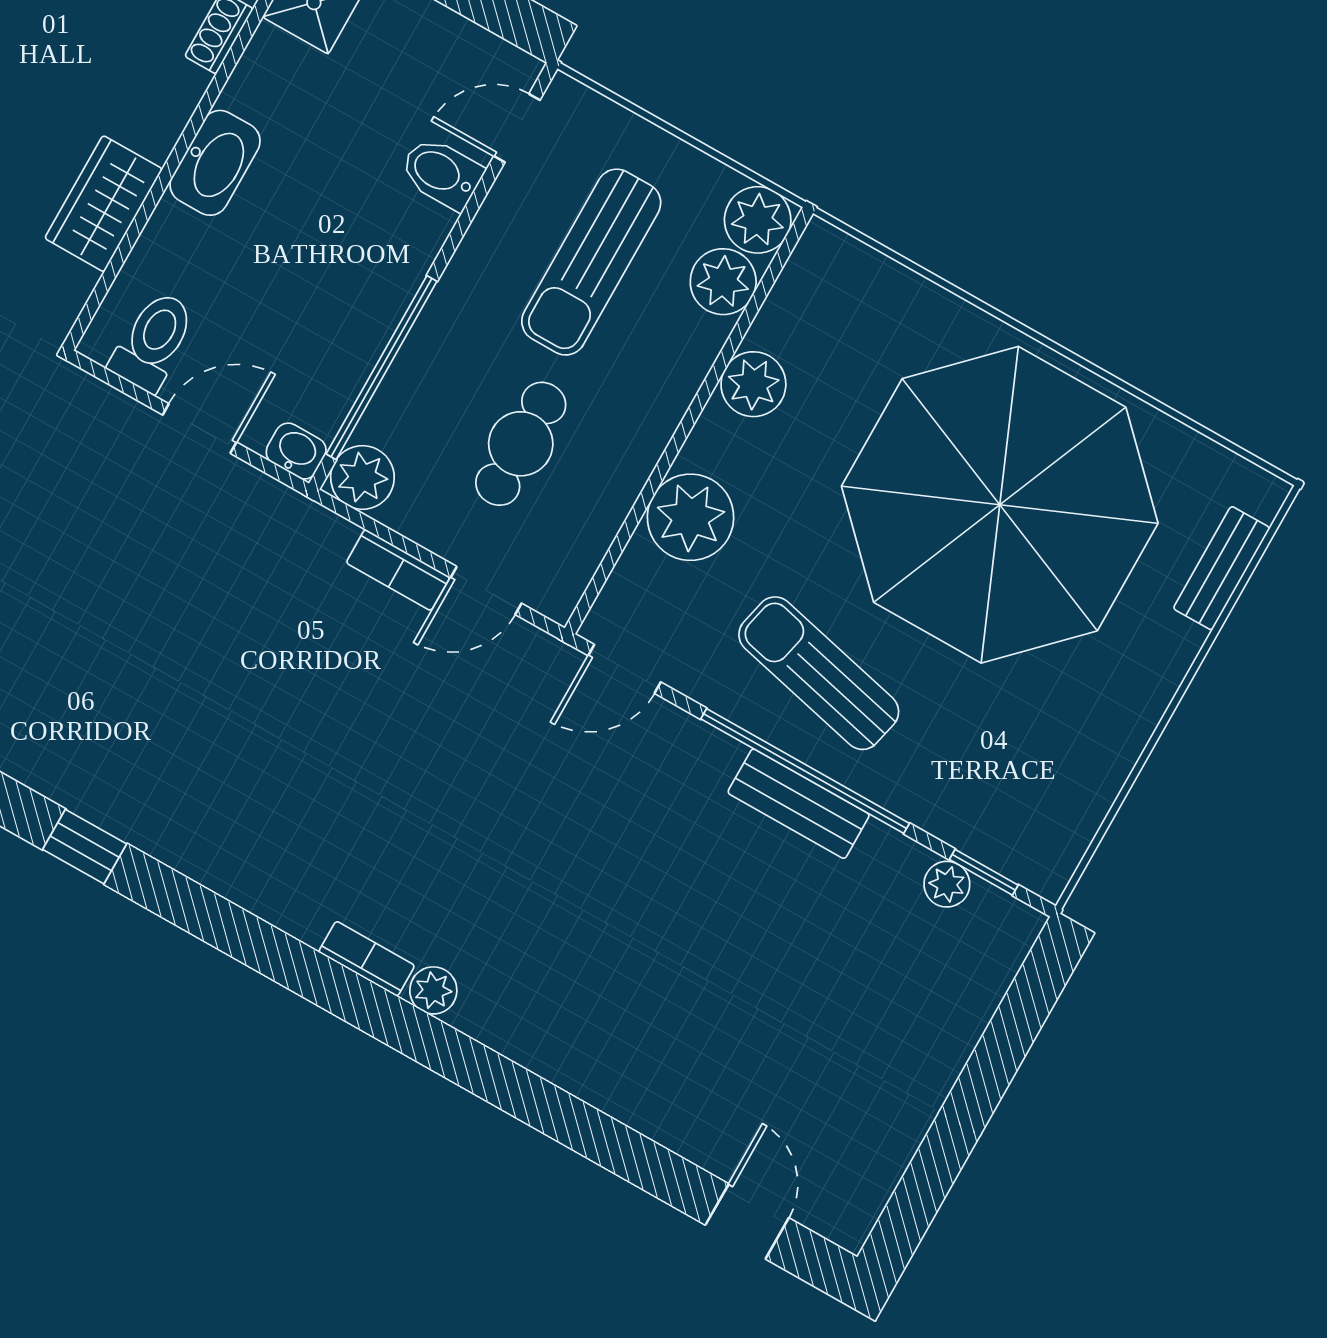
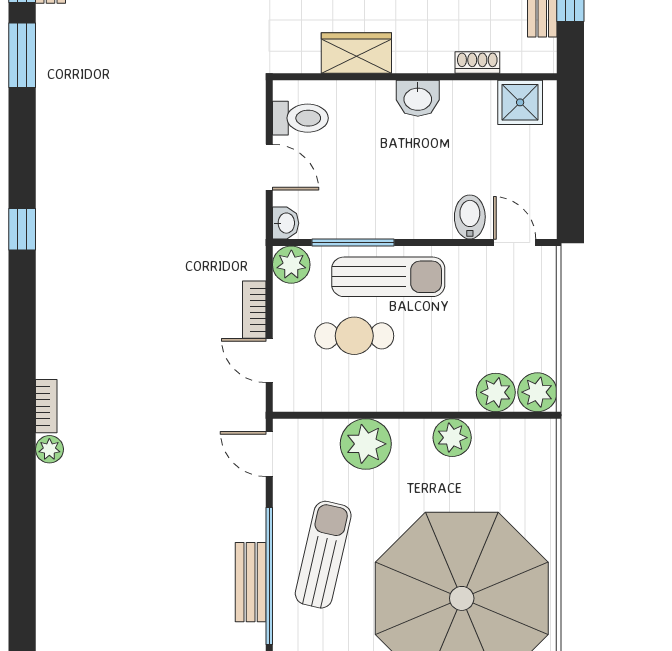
washbasin: (215, 163) -> (418, 98), width x0.72
sun lounger: (591, 262) -> (388, 277), moved, turned 180
window: (381, 368) -> (353, 243), width x0.68

